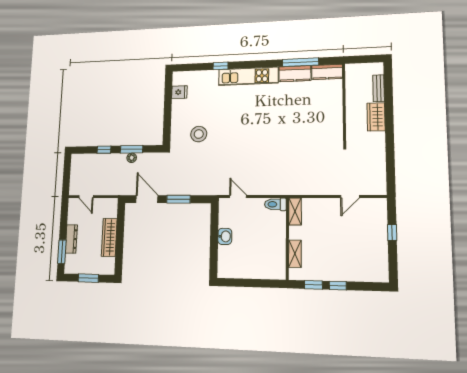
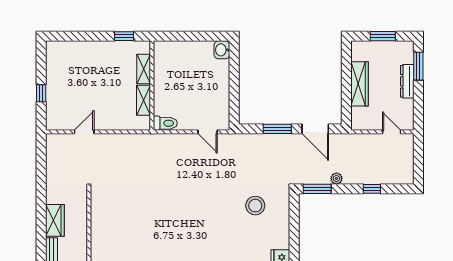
window: (131, 149) -> (317, 189), moved
shelving: (295, 211) -> (144, 100), moved
washbasin: (225, 236) -> (222, 50), moved
window: (338, 286) -> (98, 36), removed

